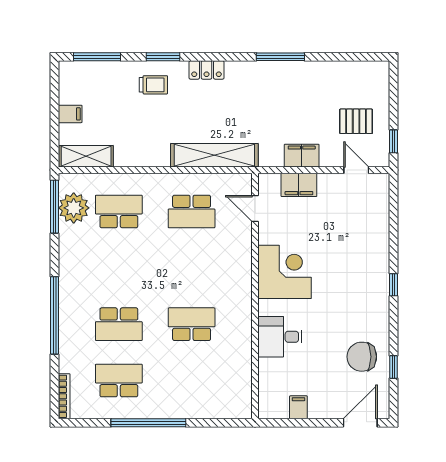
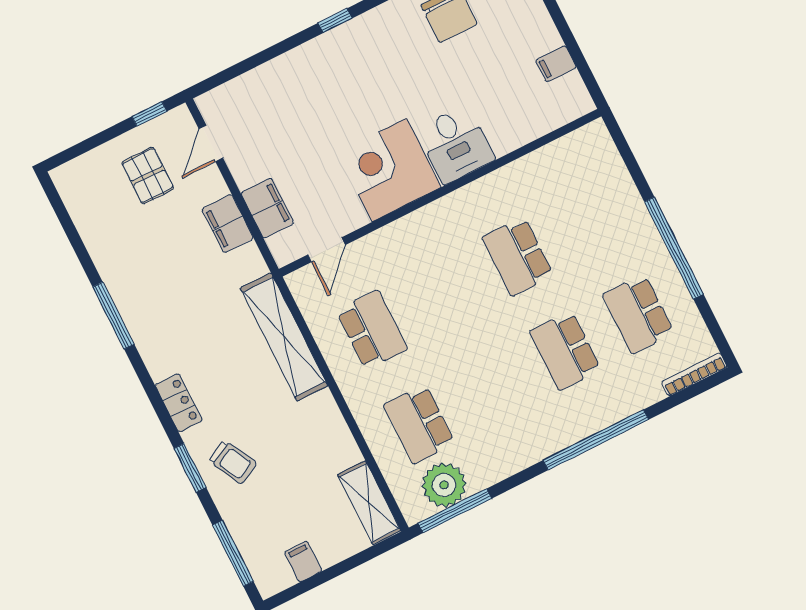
trolley: (153, 85) -> (233, 462), turned 152
filing cabinet: (70, 114) -> (303, 562), moved
school desk: (119, 324) -> (565, 351), turned 180
desk: (280, 337) -> (456, 144), moved

